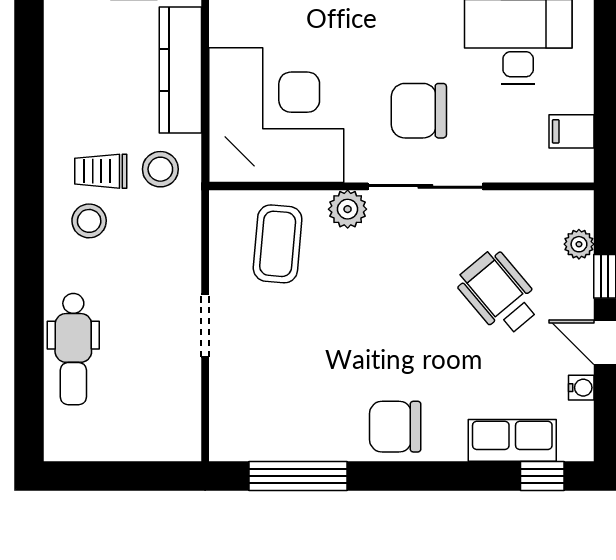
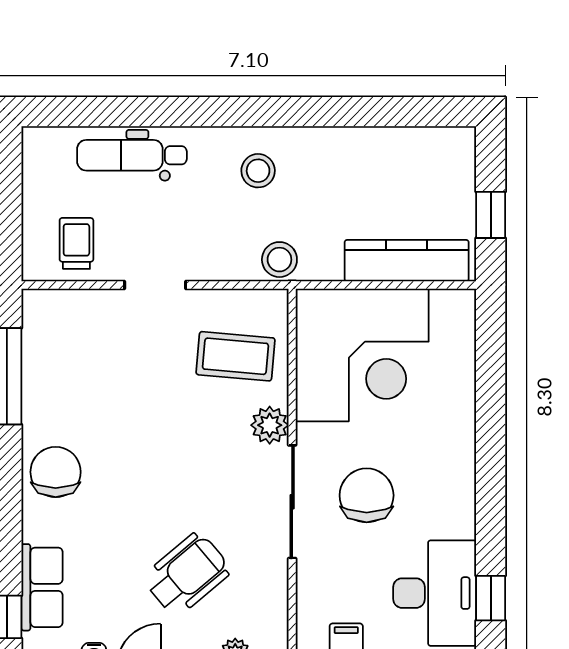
stool: (160, 169) -> (279, 260), moved
trolley: (101, 171) -> (76, 243), moved

